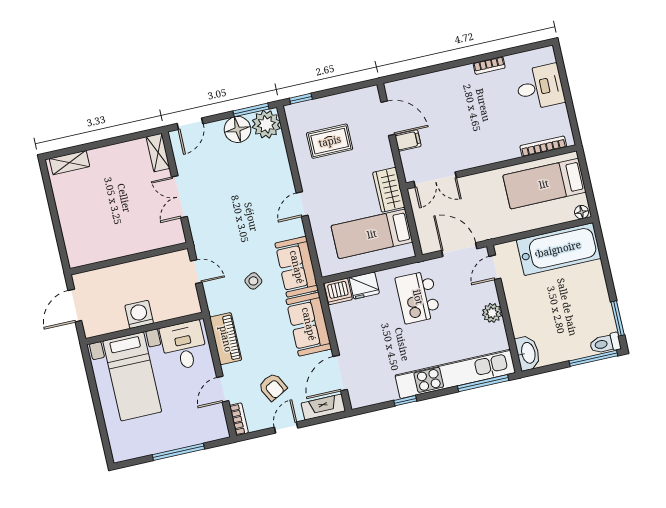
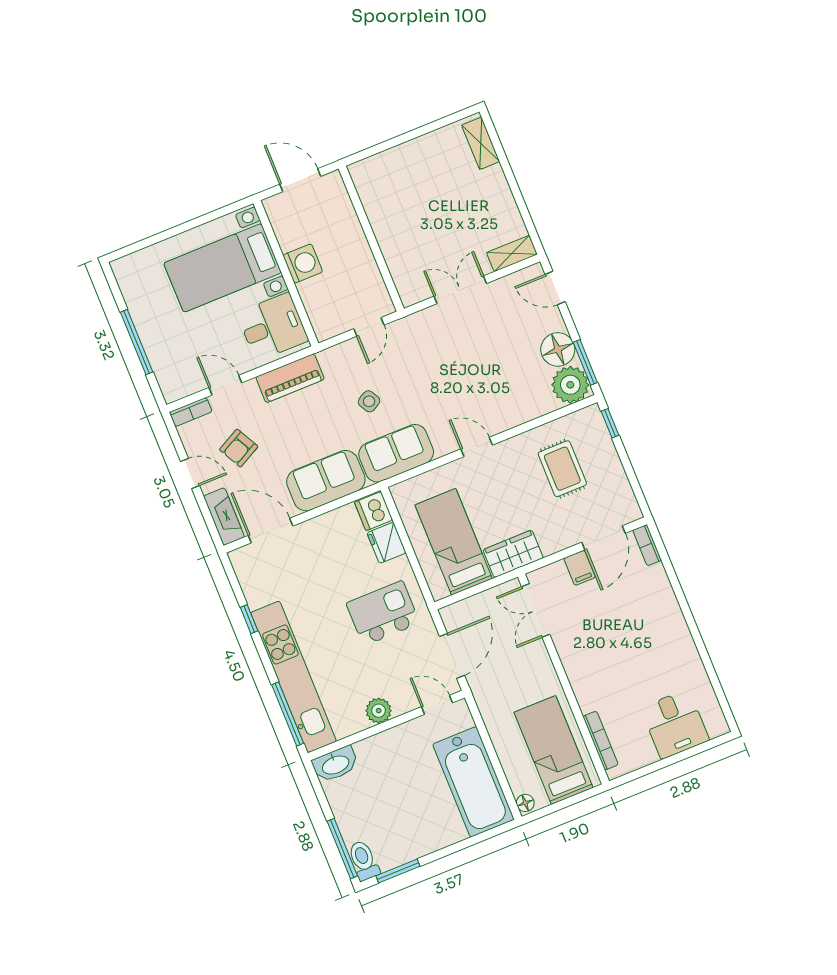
bookcase: (489, 65) -> (647, 545), moved

